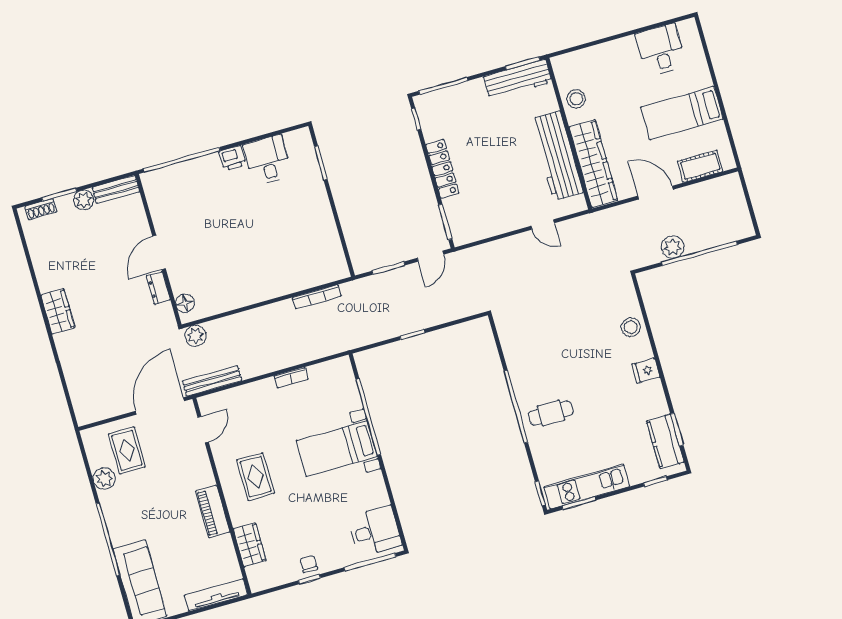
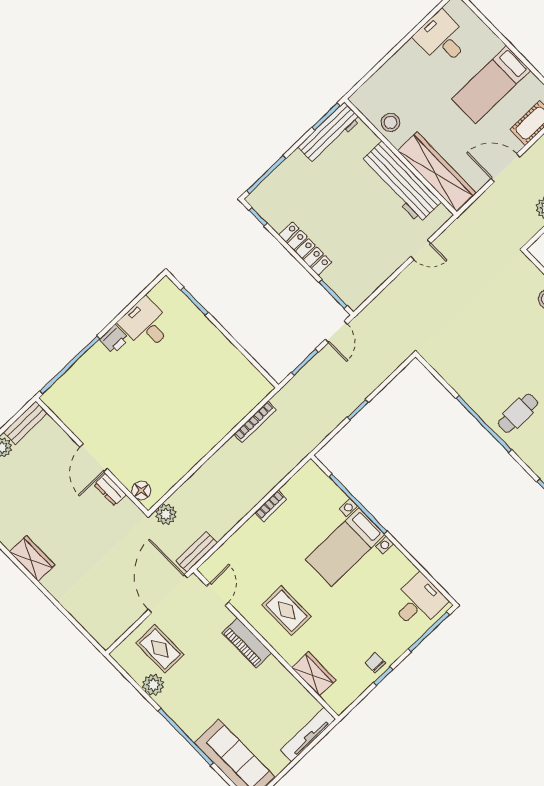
bench: (212, 381) -> (197, 552), width x0.73
piano: (213, 512) -> (247, 643), moved

